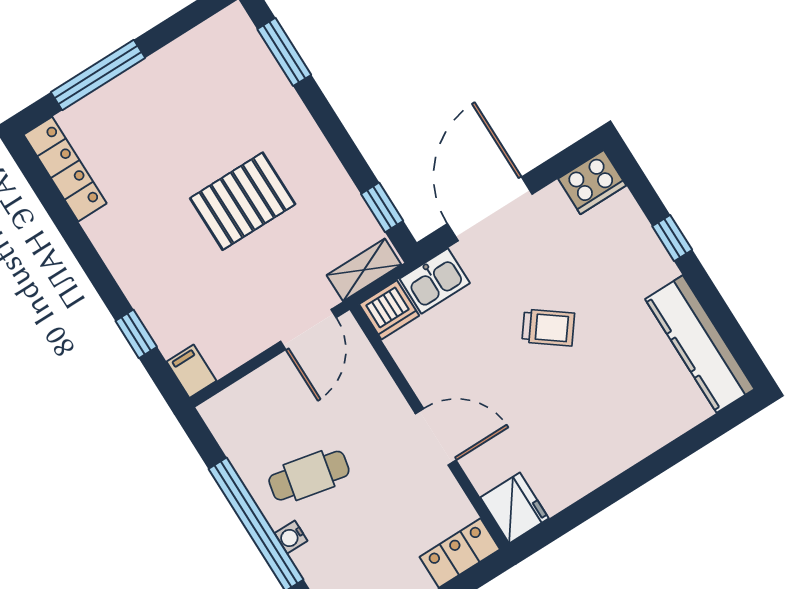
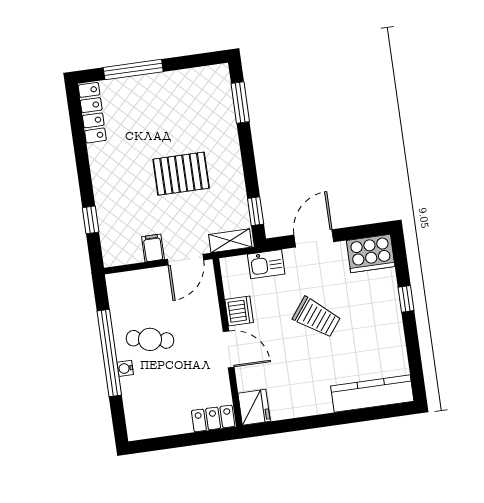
cooker: (592, 182) -> (371, 253), width x1.37, depth x1.31
door: (490, 209) -> (314, 238), width x0.73
dishwasher: (389, 310) -> (239, 311), moved, turned -90
trolley: (548, 328) -> (317, 317), width x1.36, depth x1.39
kitchen counter: (700, 344) -> (372, 394), moved, turned 90
filing cabinet: (191, 371) -> (153, 248), moved

